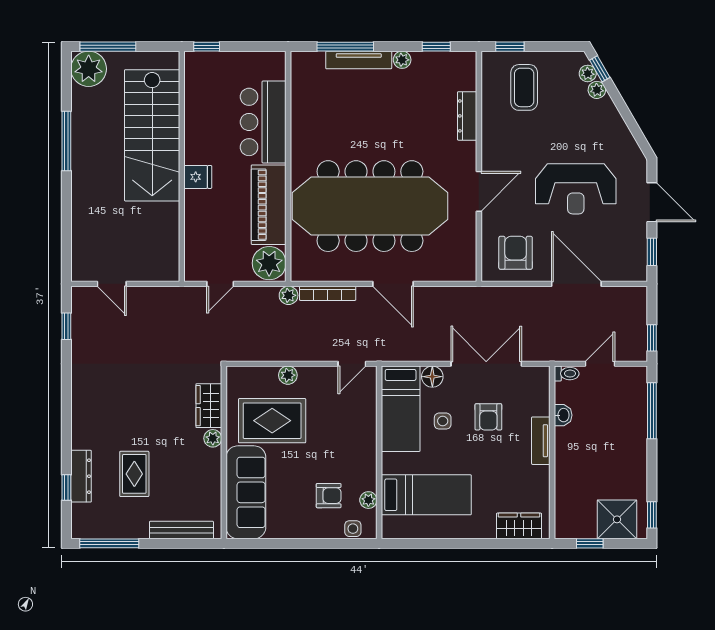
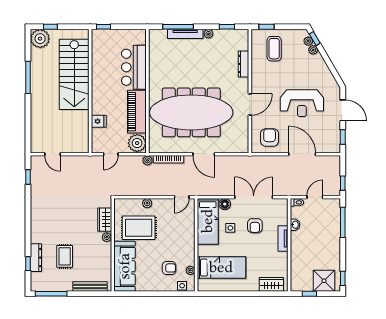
window: (108, 47) -> (50, 27), width x0.46
fridge: (198, 177) -> (99, 121), moved

